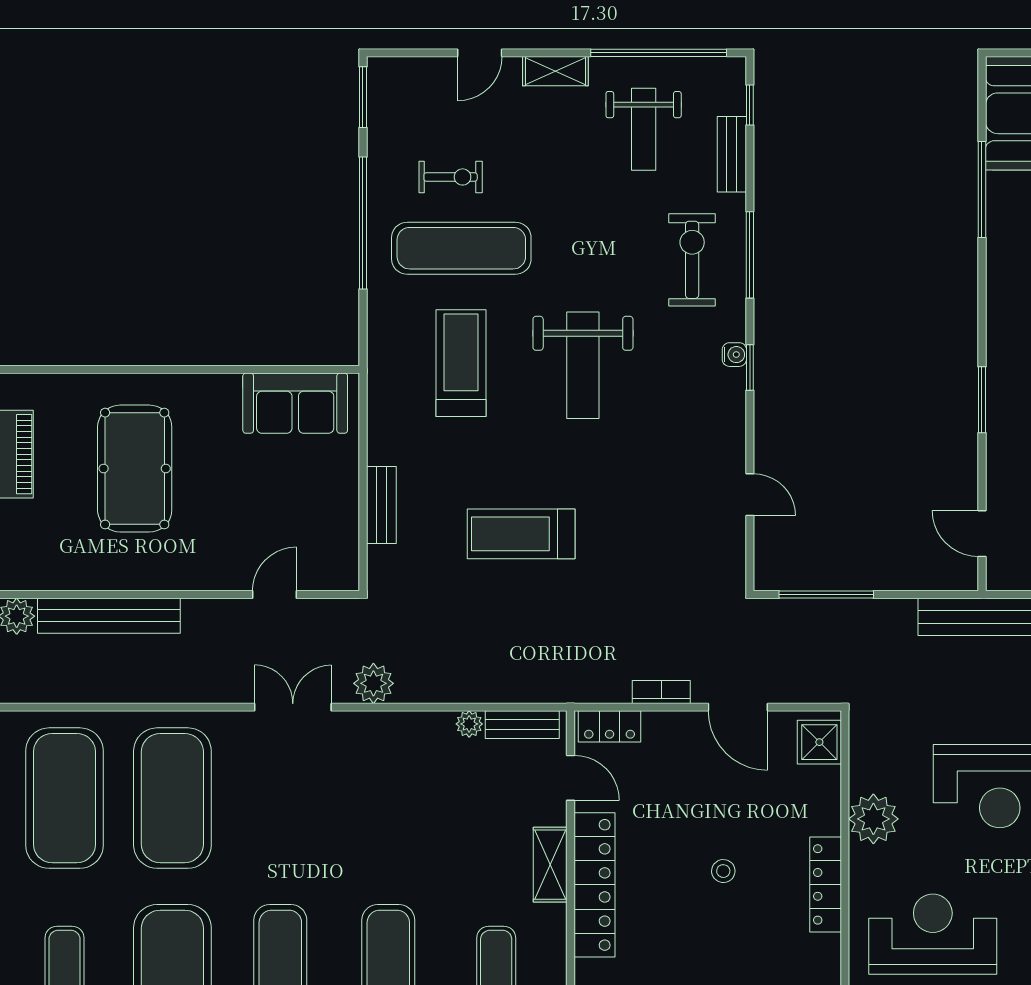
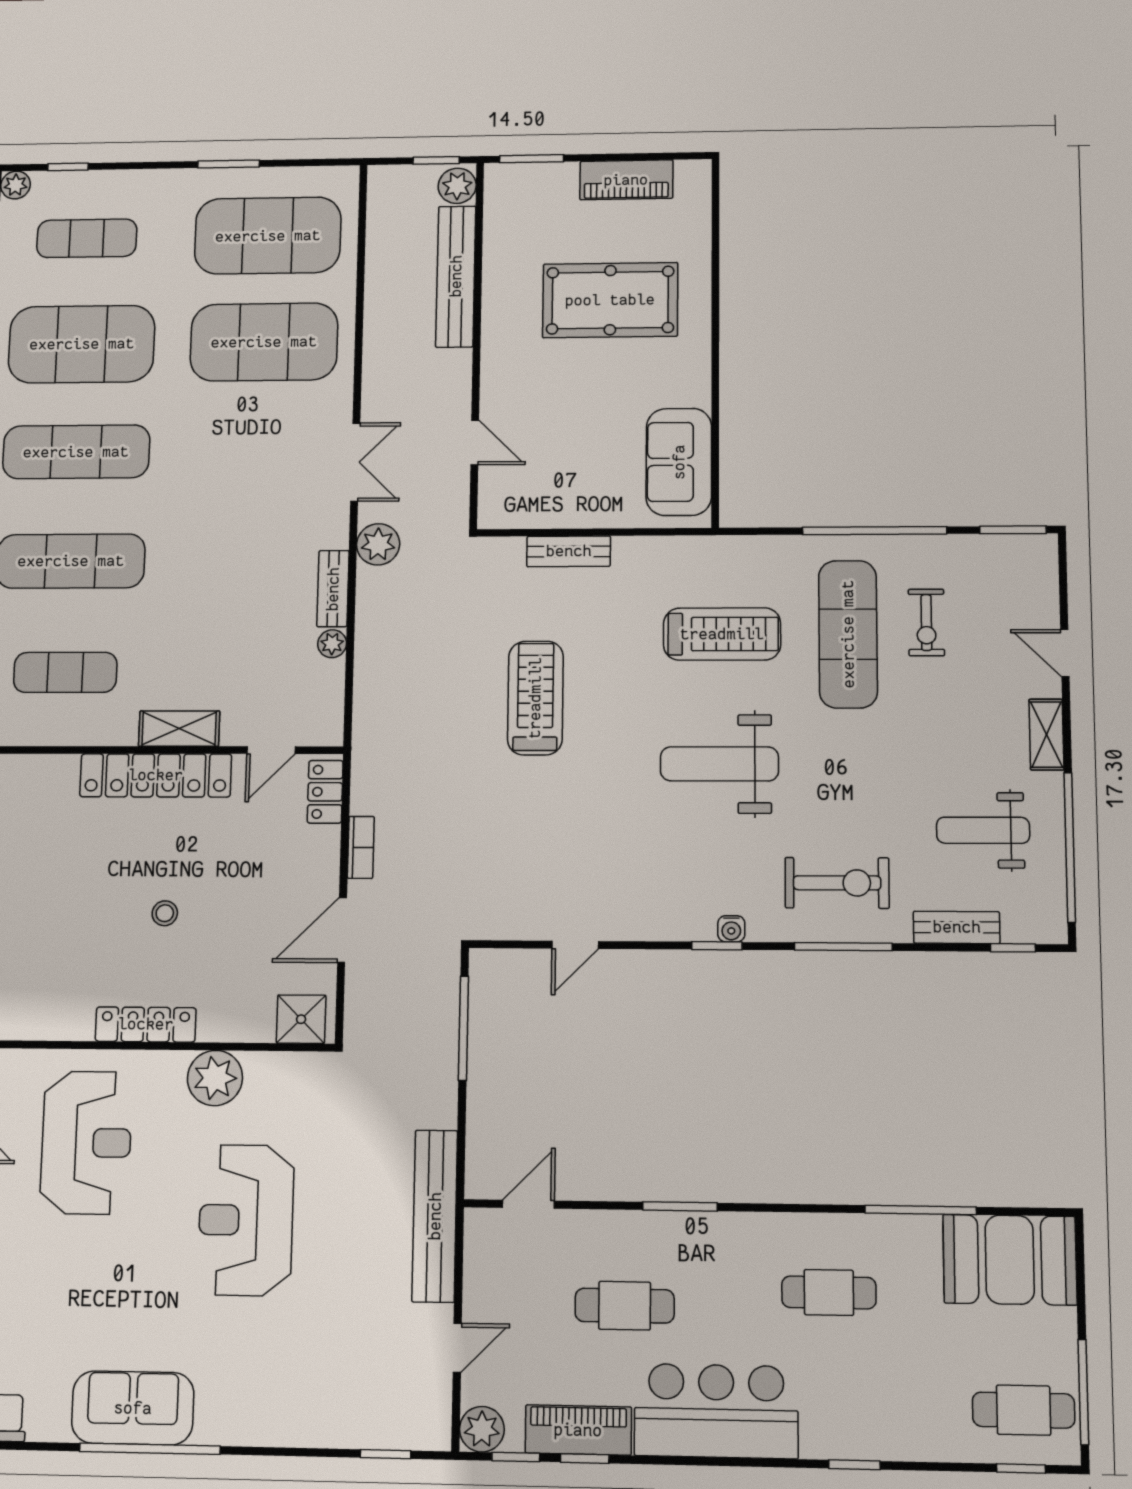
bench: (522, 725) -> (333, 589), moved

